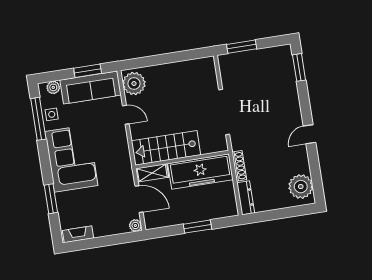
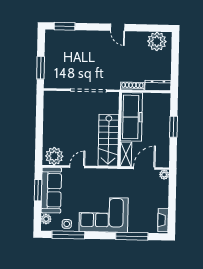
window: (51, 199) -> (132, 236), width x1.44

